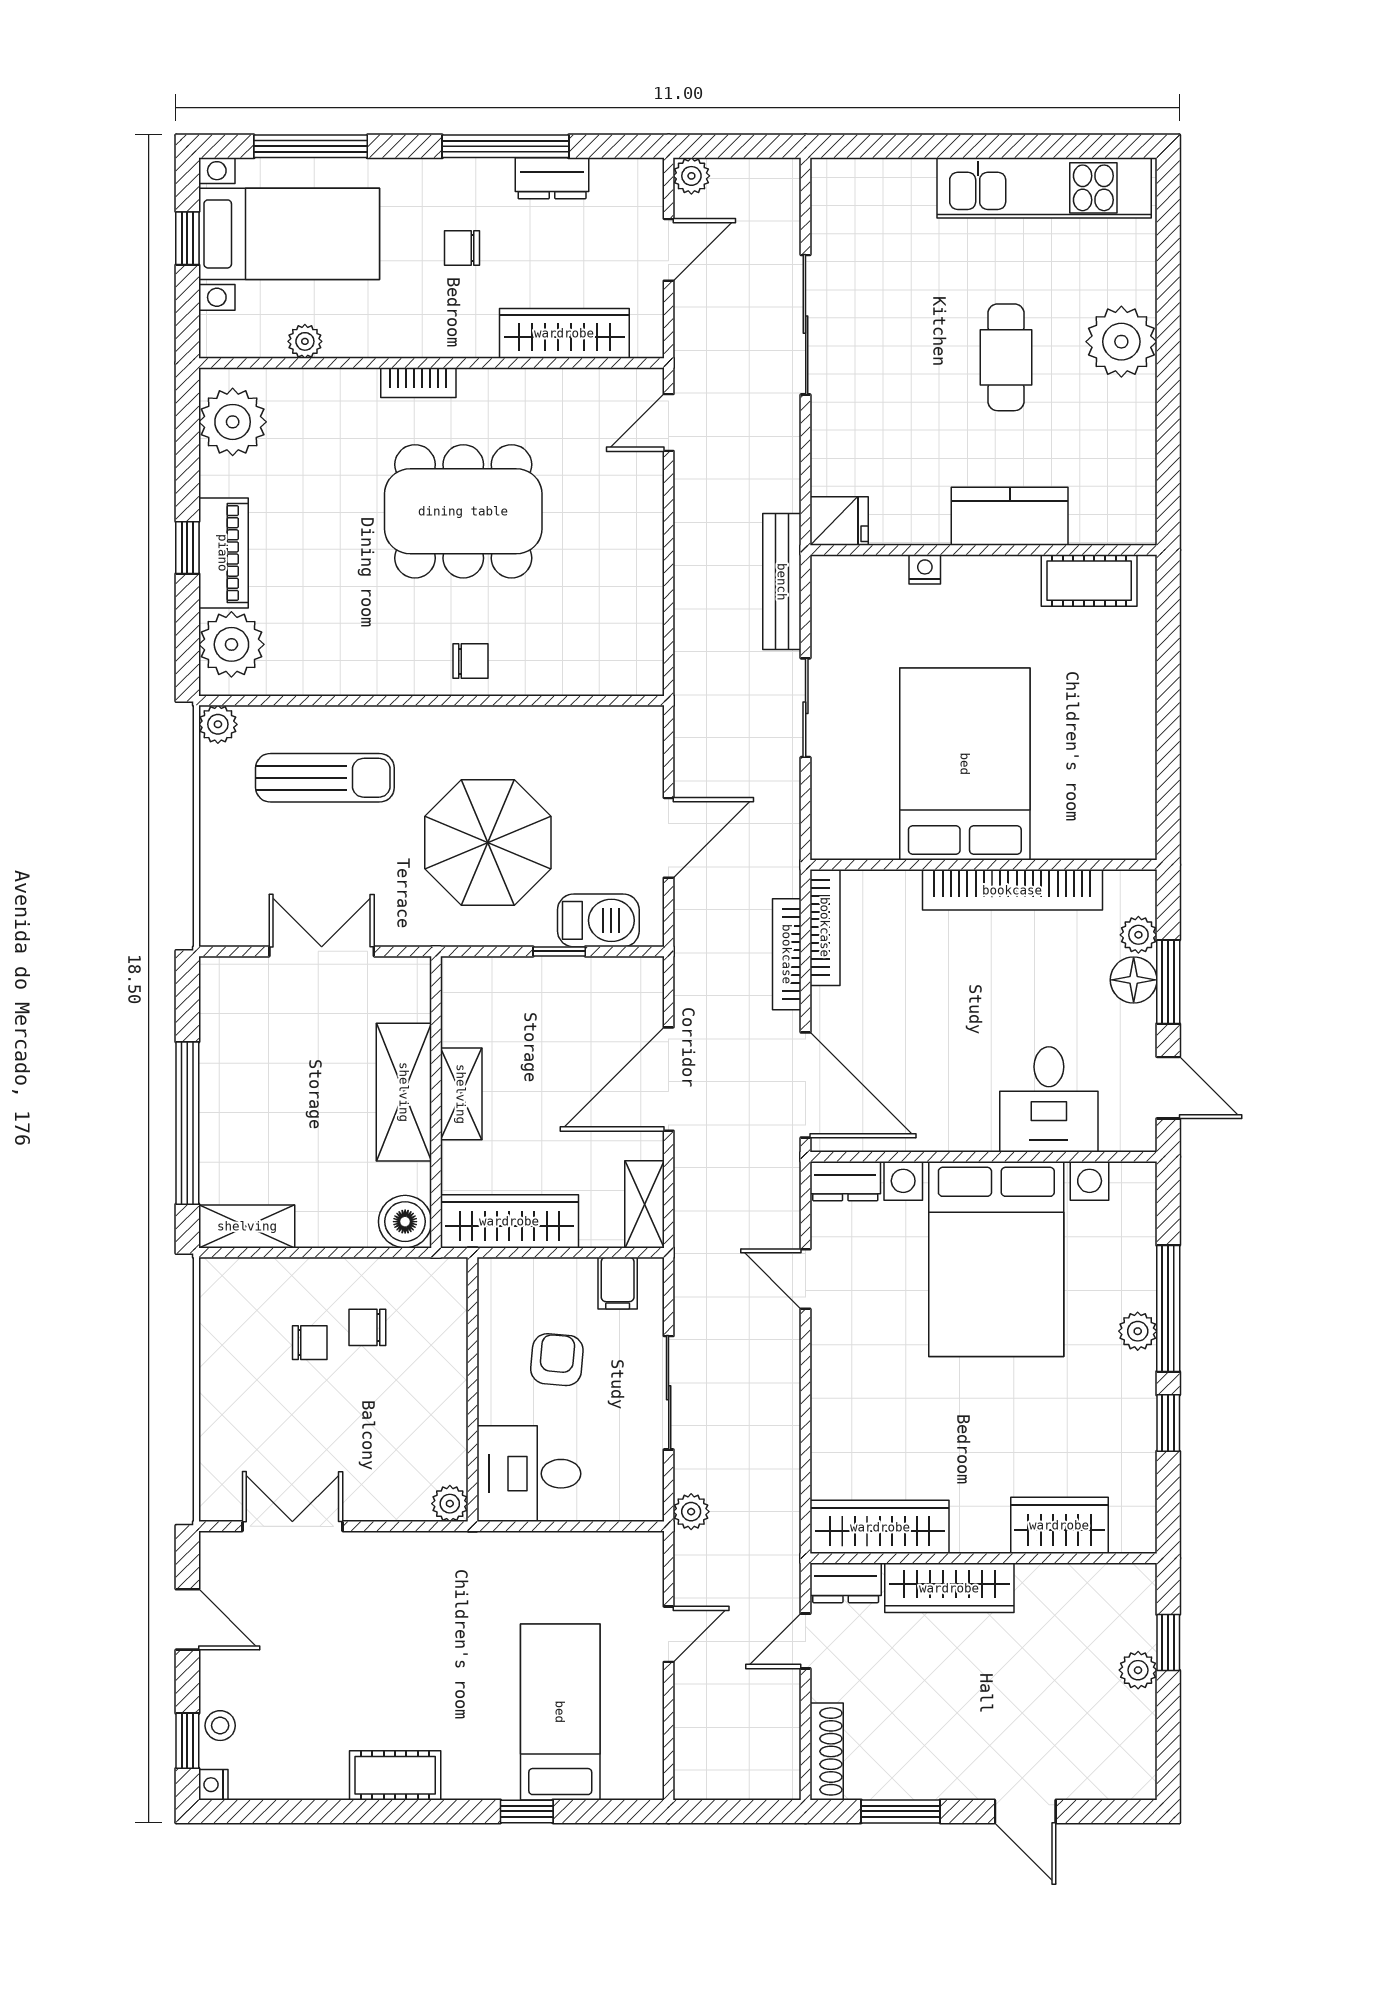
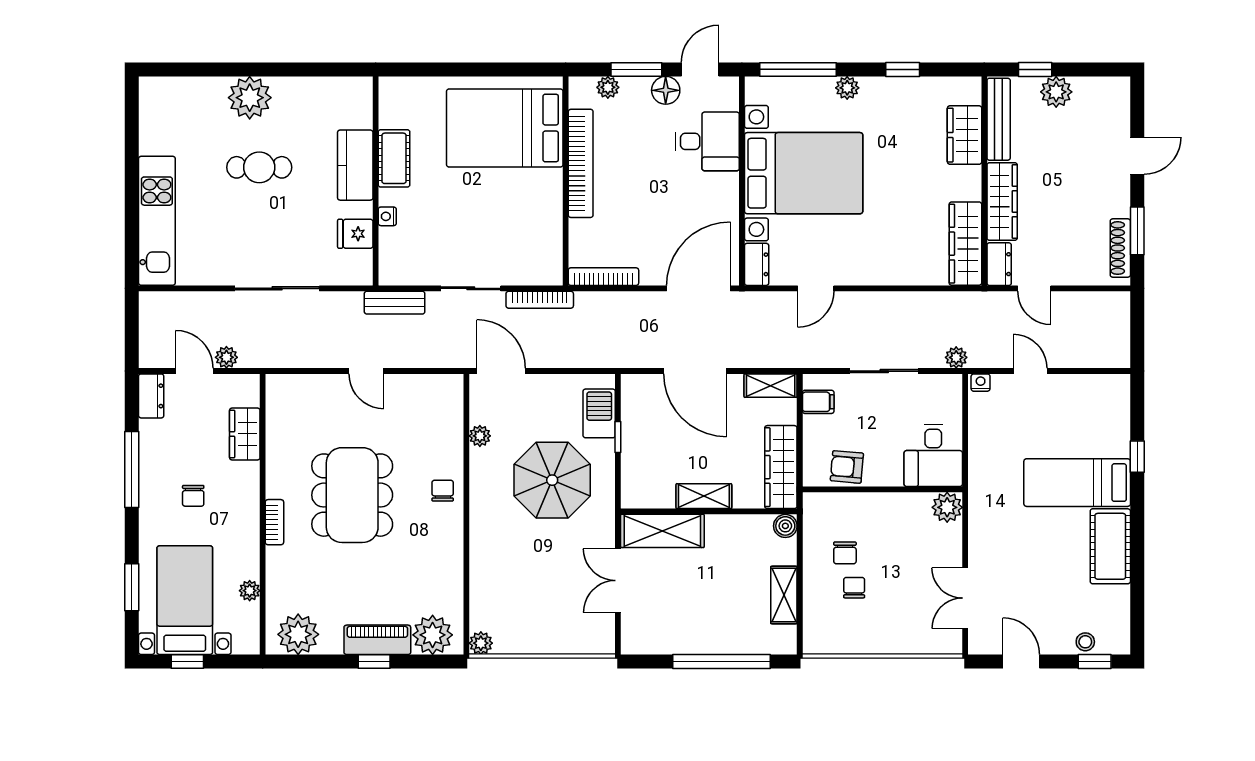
window: (311, 146) -> (132, 587), width x0.69
plant: (691, 176) -> (226, 357), moved
dresser: (552, 178) -> (151, 396), moved
kitchen unit: (1044, 188) -> (157, 221), moved
sliding door: (806, 325) -> (277, 288), moved
wardrobe: (564, 333) -> (245, 434), width x0.67
door: (669, 423) -> (366, 371), moved
fridge: (839, 521) -> (355, 234), moved, turned -90
cot: (1089, 581) -> (394, 158), moved
bench: (782, 582) -> (395, 303), width x0.73
plant: (561, 723) -> (480, 436), added
bed: (965, 764) -> (505, 128), moved
sun lounger: (325, 778) -> (513, 579), removed
door: (669, 838) -> (501, 371), moved
bookcase: (787, 954) -> (540, 300), moved
floor lamp: (1134, 980) -> (666, 90), moved
shelving: (404, 1092) -> (662, 531), moved
boiler: (405, 1222) -> (785, 526), width x0.73, depth x0.73
shelving: (247, 1226) -> (784, 595), moved
window: (1168, 1308) -> (798, 69), moved
armchair: (557, 1360) -> (847, 467), moved
plant: (450, 1504) -> (947, 507), width x1.38, depth x1.38
bench: (1086, 1582) -> (999, 119), added
door: (187, 1619) -> (1021, 662), hinge flipped
plant: (1138, 1670) -> (1056, 92), width x1.38, depth x1.38
bed: (560, 1712) -> (1077, 483), moved
shoe rack: (827, 1751) -> (1120, 248), moved, turned -90
cot: (395, 1775) -> (1110, 546), width x1.37, depth x1.34
nightstand: (213, 1785) -> (981, 383), moved, turned 180

